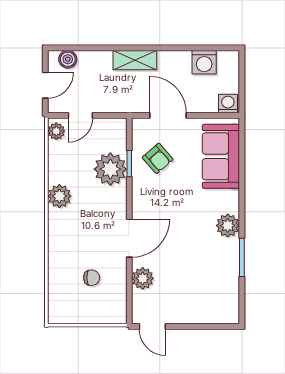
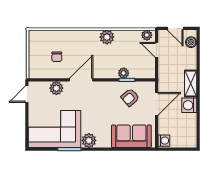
washing machine: (204, 62) -> (189, 105), moved
plant: (110, 169) -> (124, 73), width x0.53, depth x0.53
door: (129, 238) -> (81, 80), swing flipped
corner sofa: (209, 281) -> (55, 129), added

